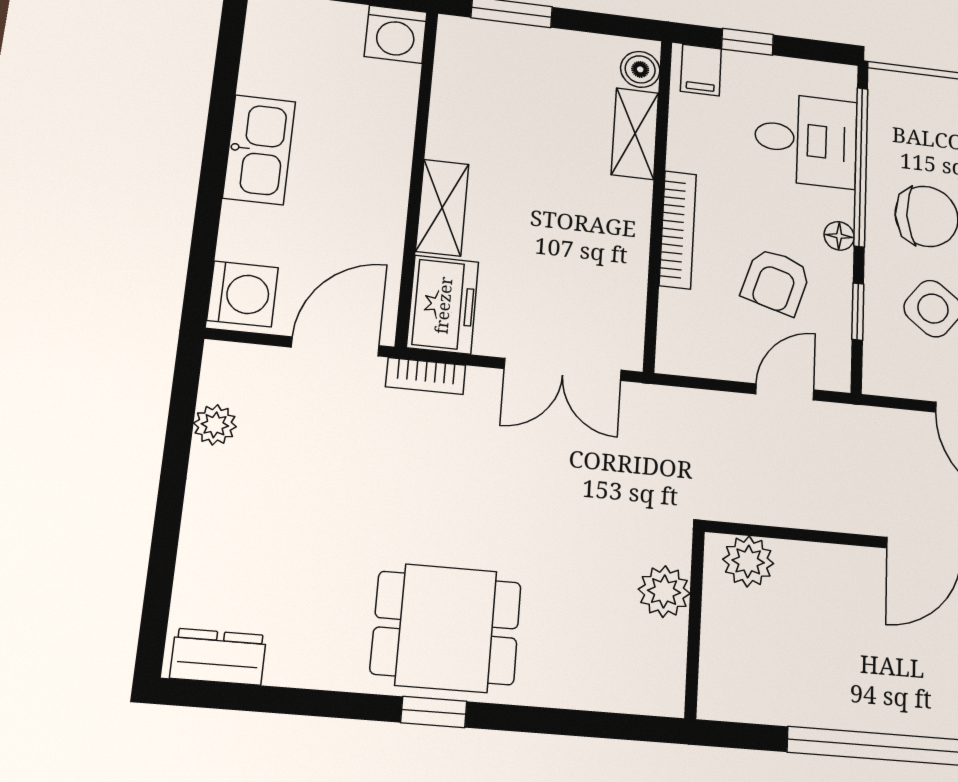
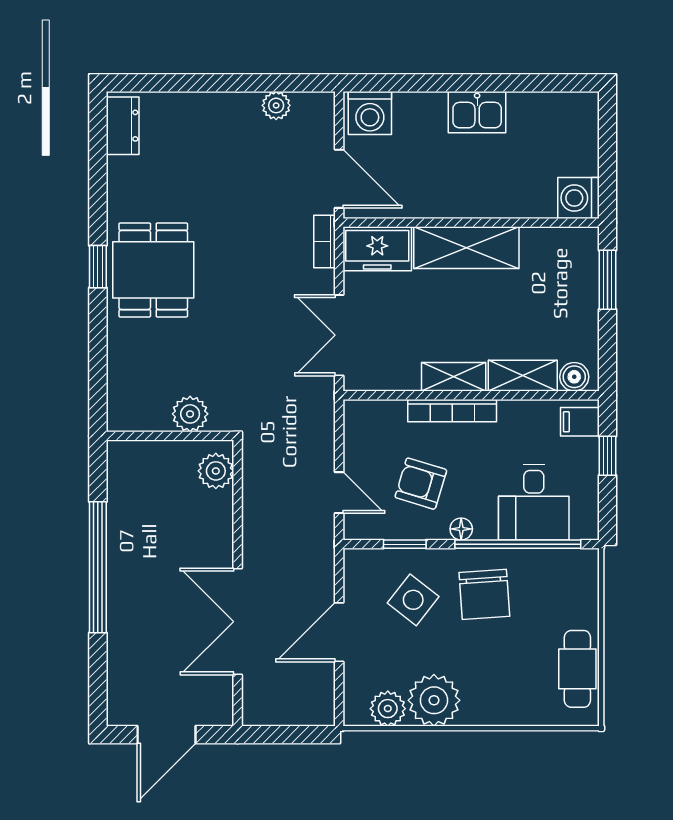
kitchen sink: (259, 150) -> (477, 112), width x0.73
shelving: (442, 208) -> (466, 248), width x1.50, depth x1.33
shelving: (631, 223) -> (454, 377), added

